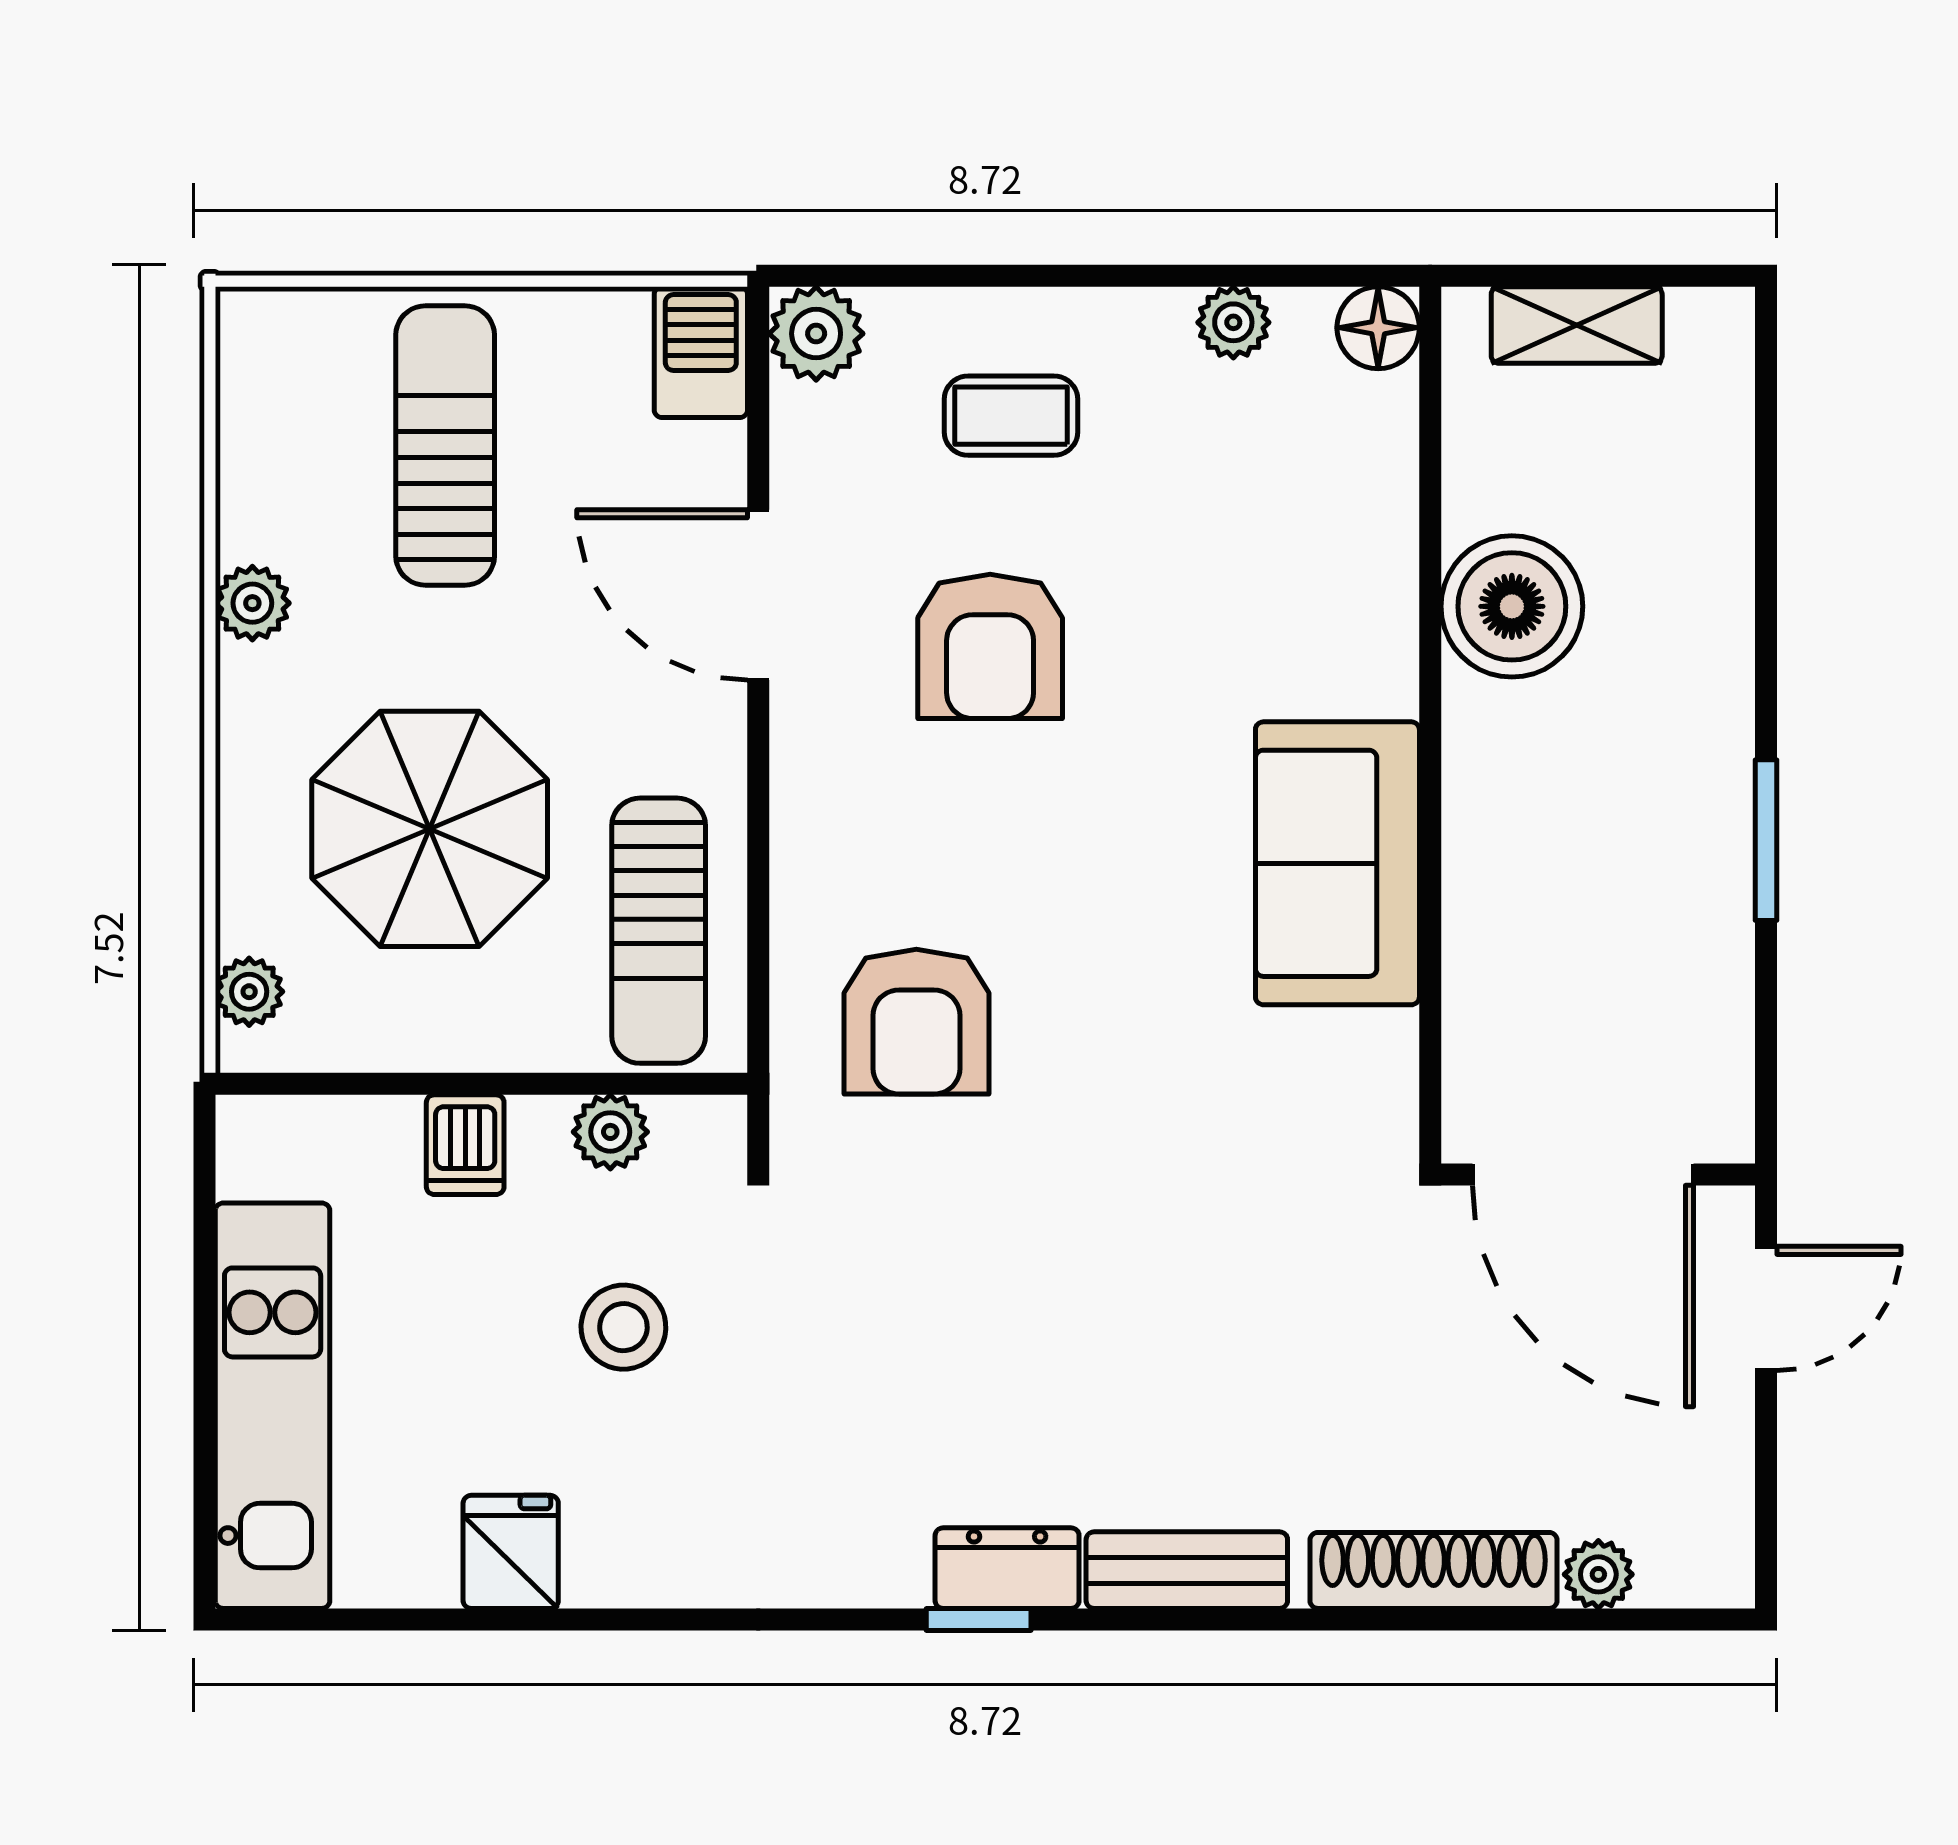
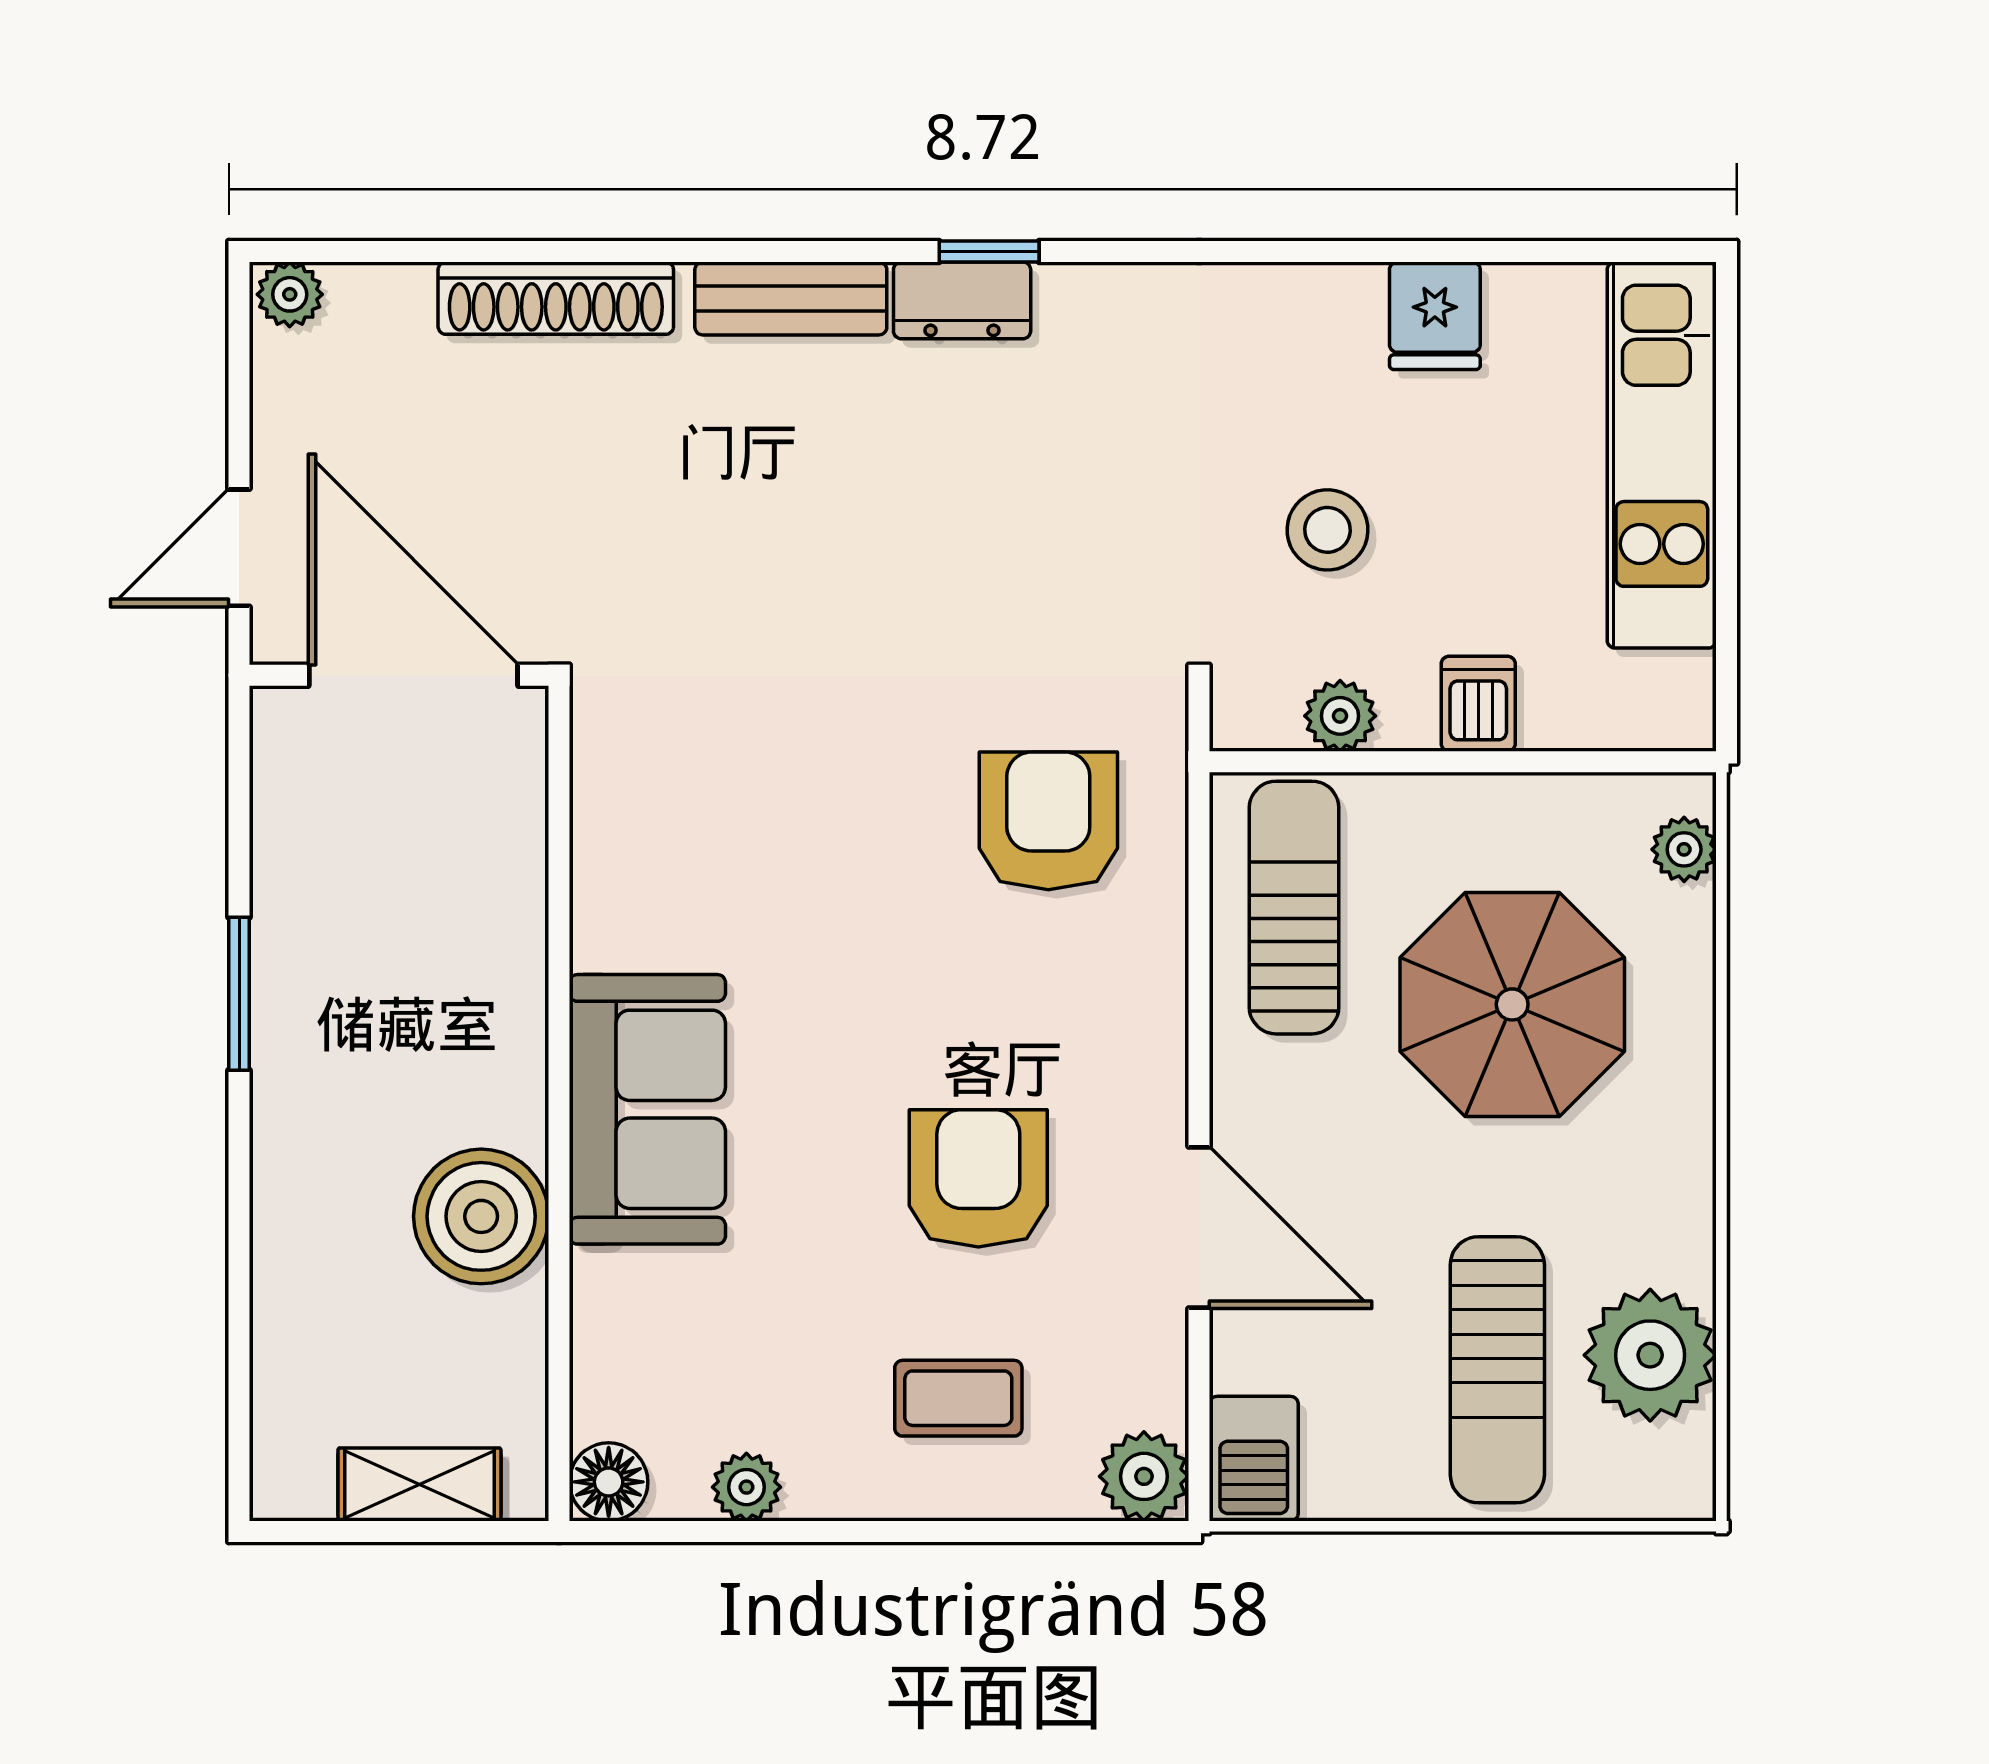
plant: (252, 603) -> (1650, 1355), moved, width x1.87, depth x1.87
sofa: (1337, 863) -> (647, 1109), moved
plant: (1598, 1574) -> (290, 294), moved

